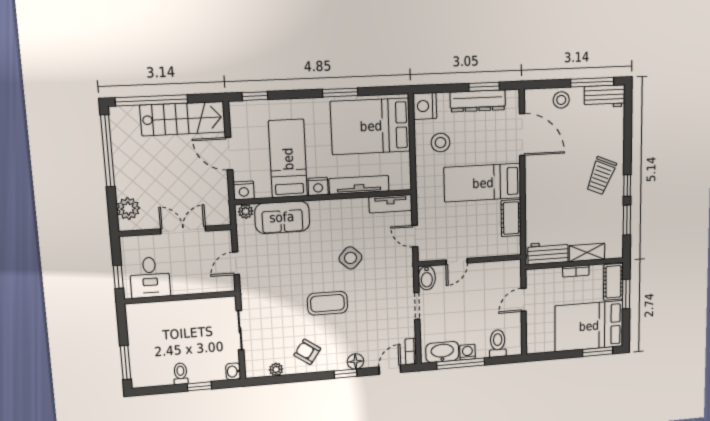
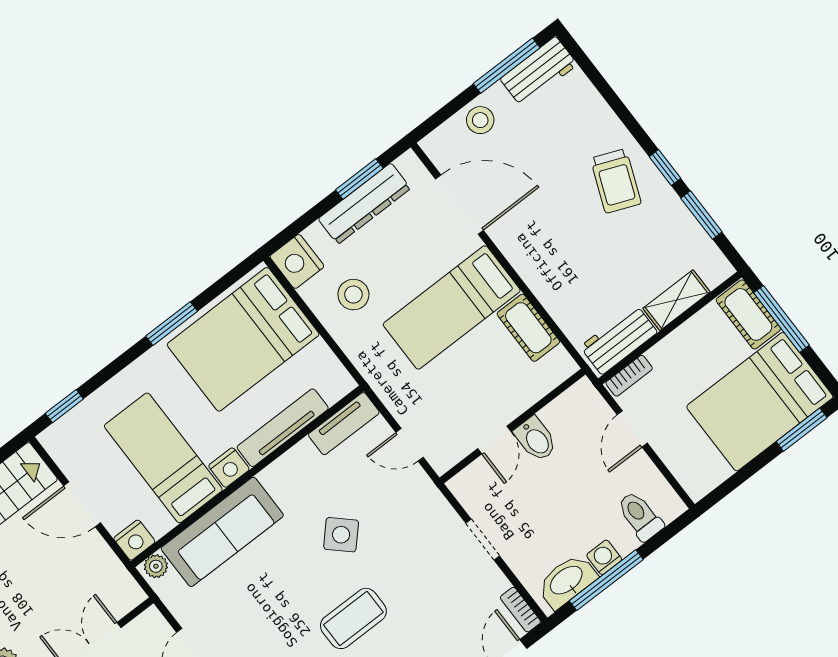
sofa: (282, 217) -> (222, 532), width x1.36
bookcase: (576, 271) -> (629, 376), moved
bidet: (427, 278) -> (536, 439), moved
window: (626, 294) -> (782, 319), width x1.44

